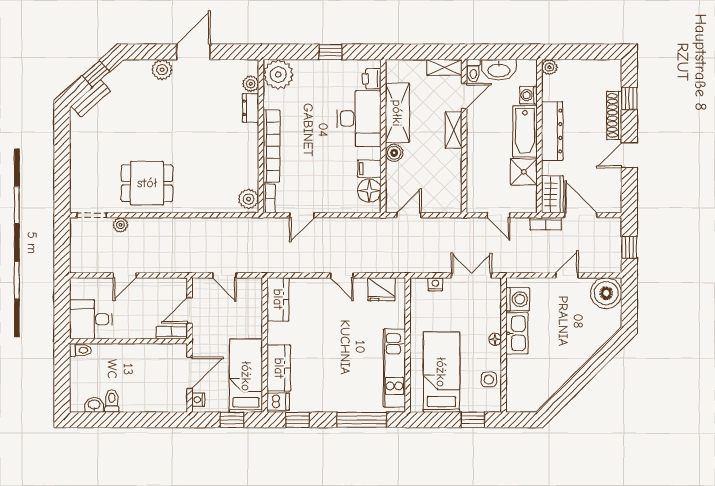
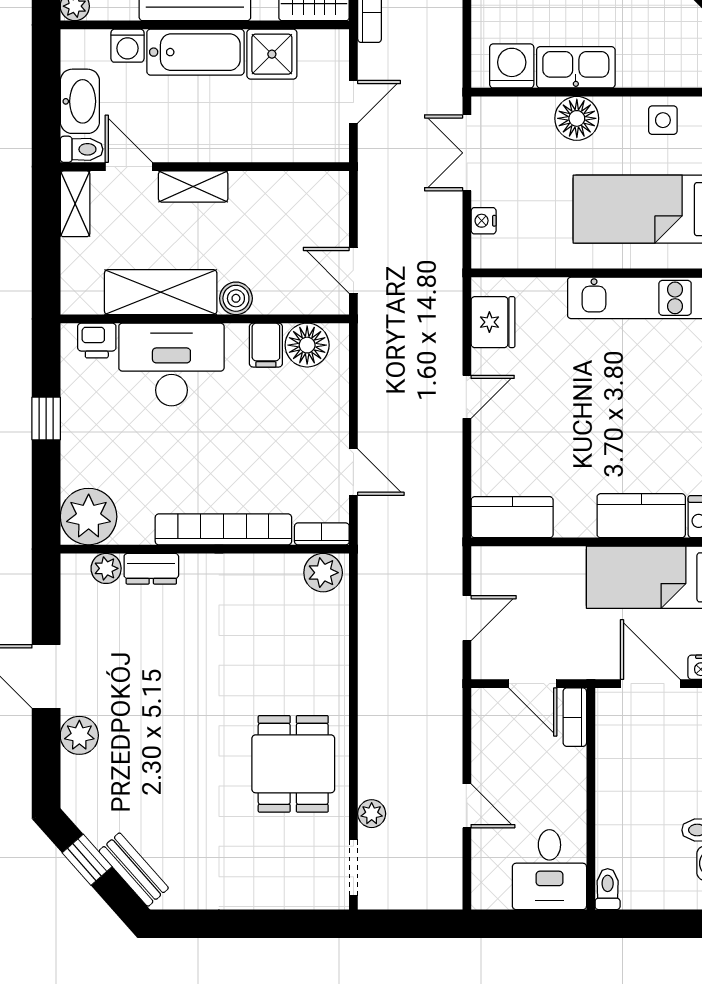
floor lamp: (495, 339) -> (577, 118), width x1.89, depth x1.89

